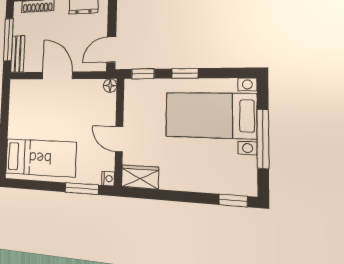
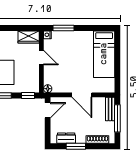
bed: (40, 158) -> (104, 54), moved, turned -90

